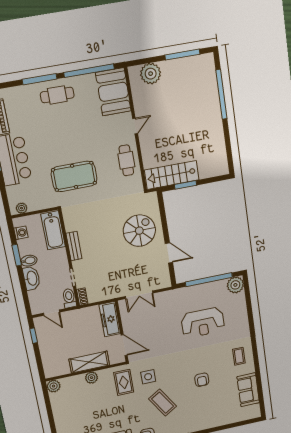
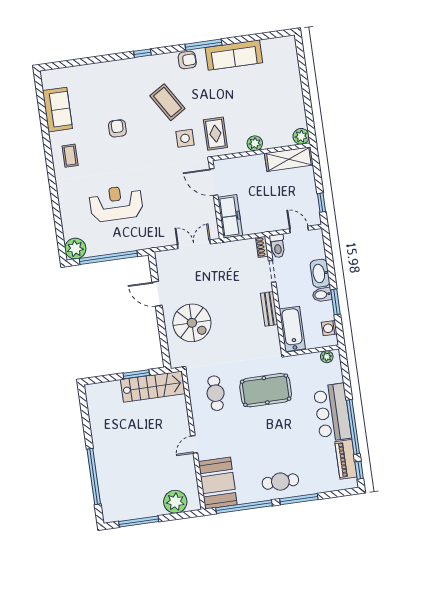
cafe table: (126, 160) -> (216, 393), moved
spiral stairs: (139, 231) -> (192, 323), turned -90
shelving: (89, 362) -> (289, 159), moved

